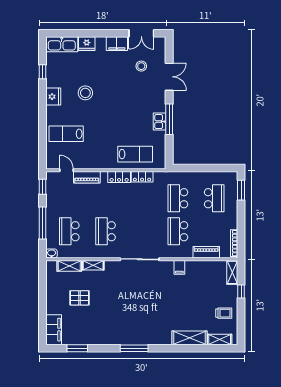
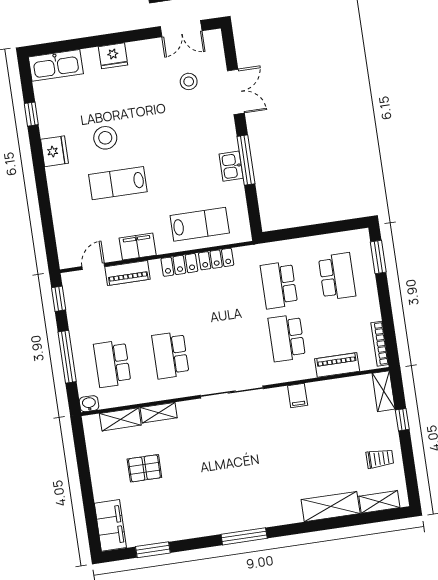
fridge: (87, 44) -> (113, 56), moved
filing cabinet: (117, 44) -> (138, 247), moved, turned 180
lab bench: (66, 134) -> (118, 183), moved
door: (67, 170) -> (93, 266), hinge flipped

